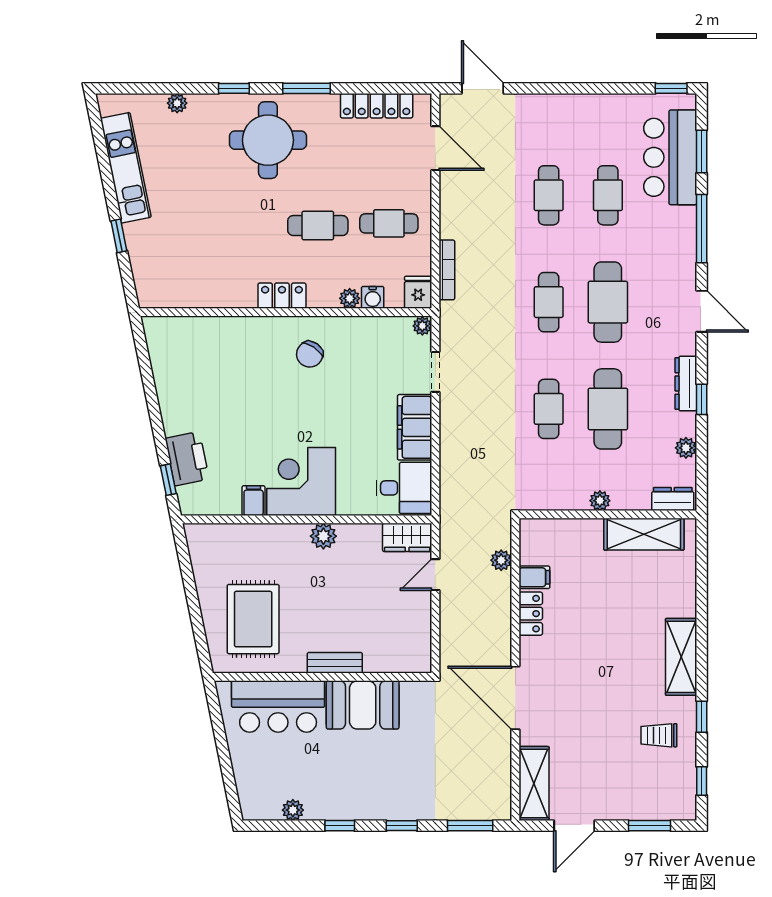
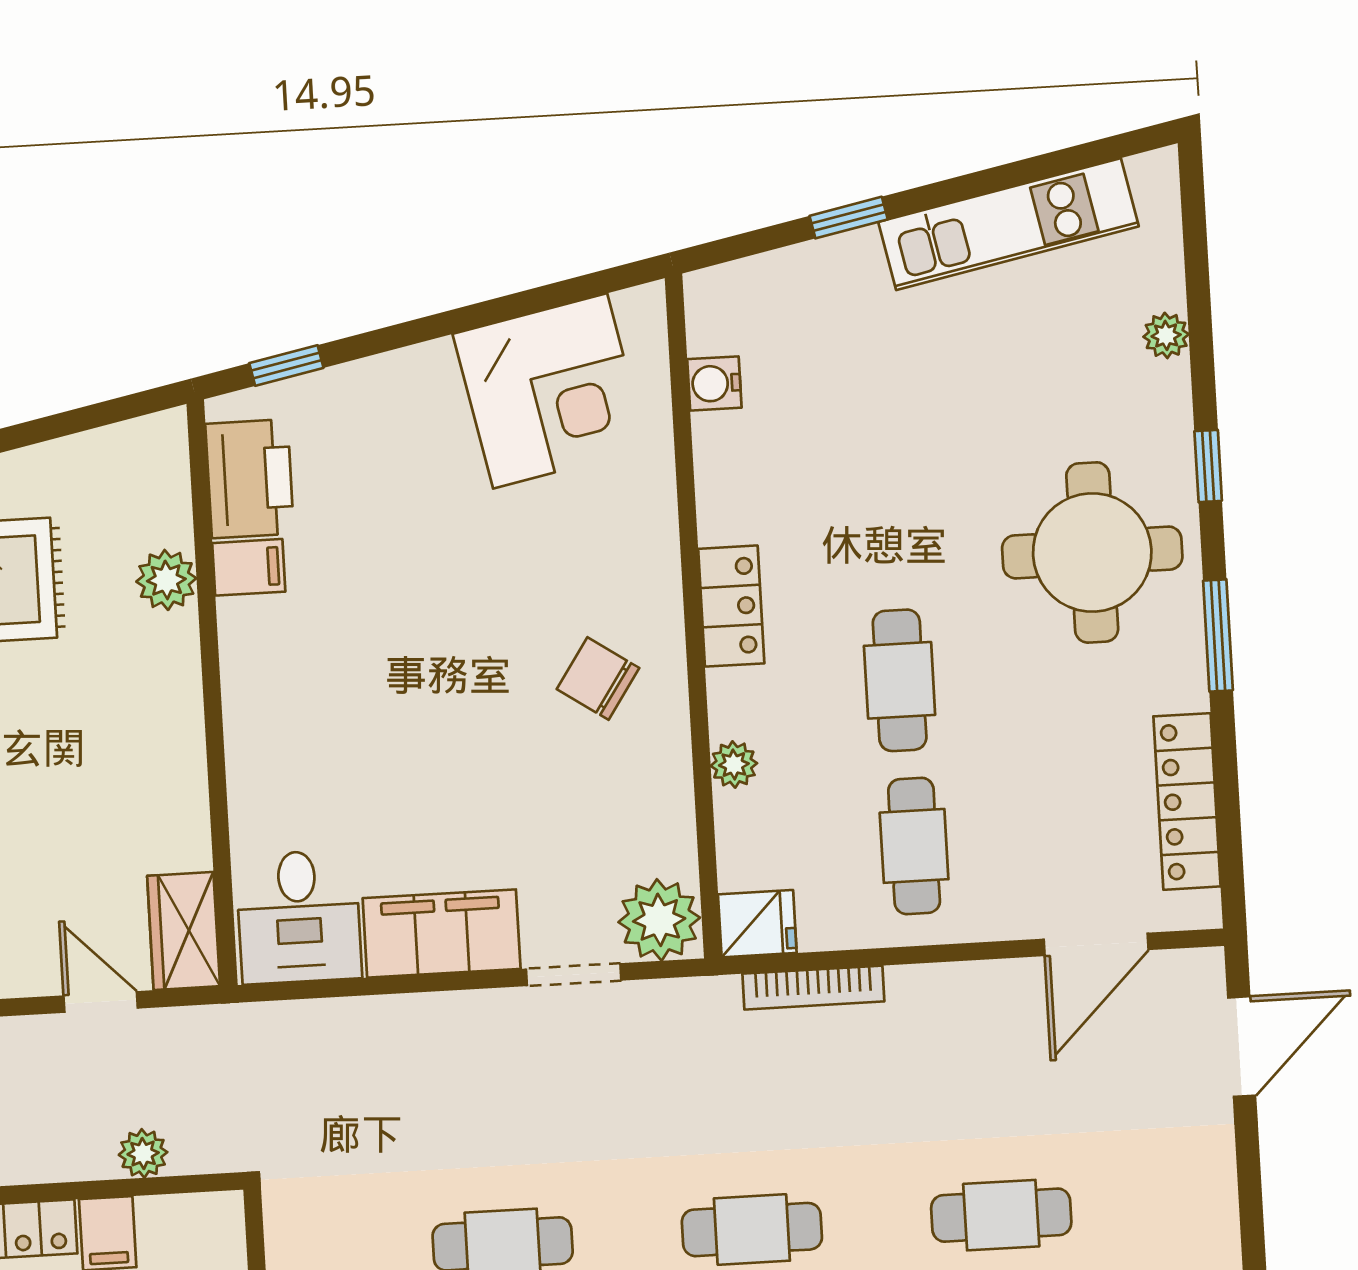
water cooler: (373, 297) -> (714, 383), moved
plant: (422, 326) -> (659, 920), width x1.87, depth x1.87
printer: (187, 459) -> (250, 479), moved, turned -79
corner desk: (301, 482) -> (550, 391), moved, turned 79
plant: (323, 536) -> (166, 580), moved

